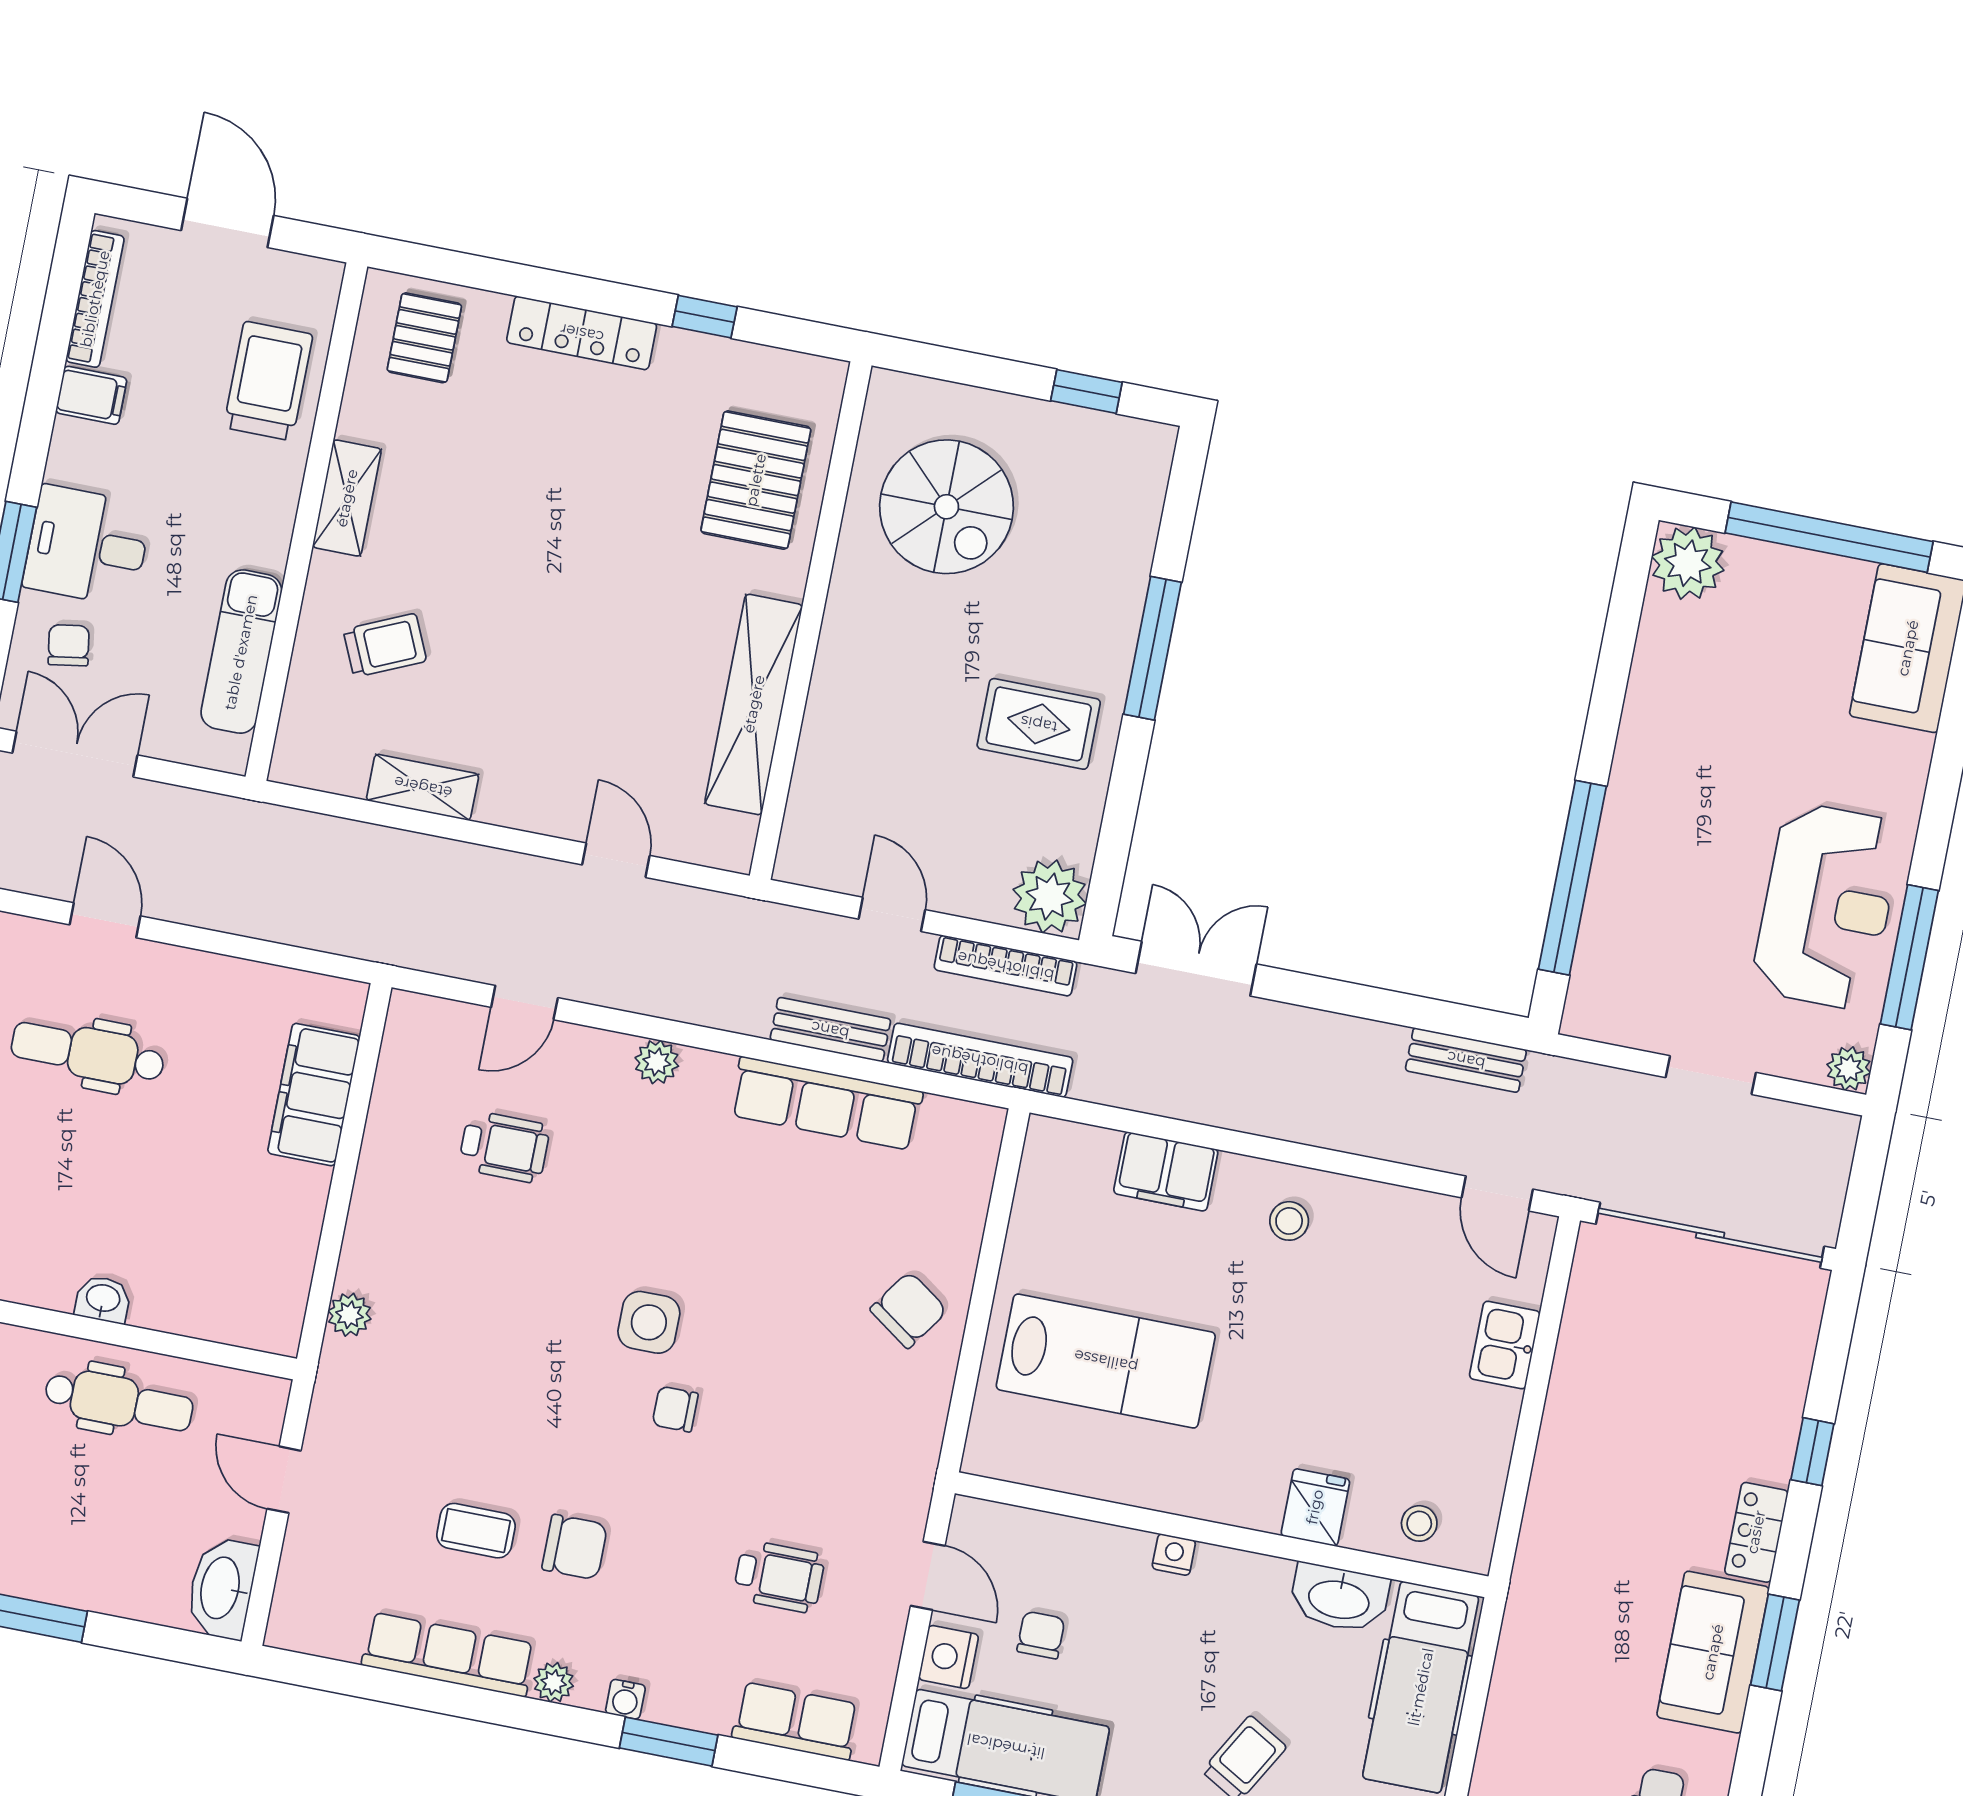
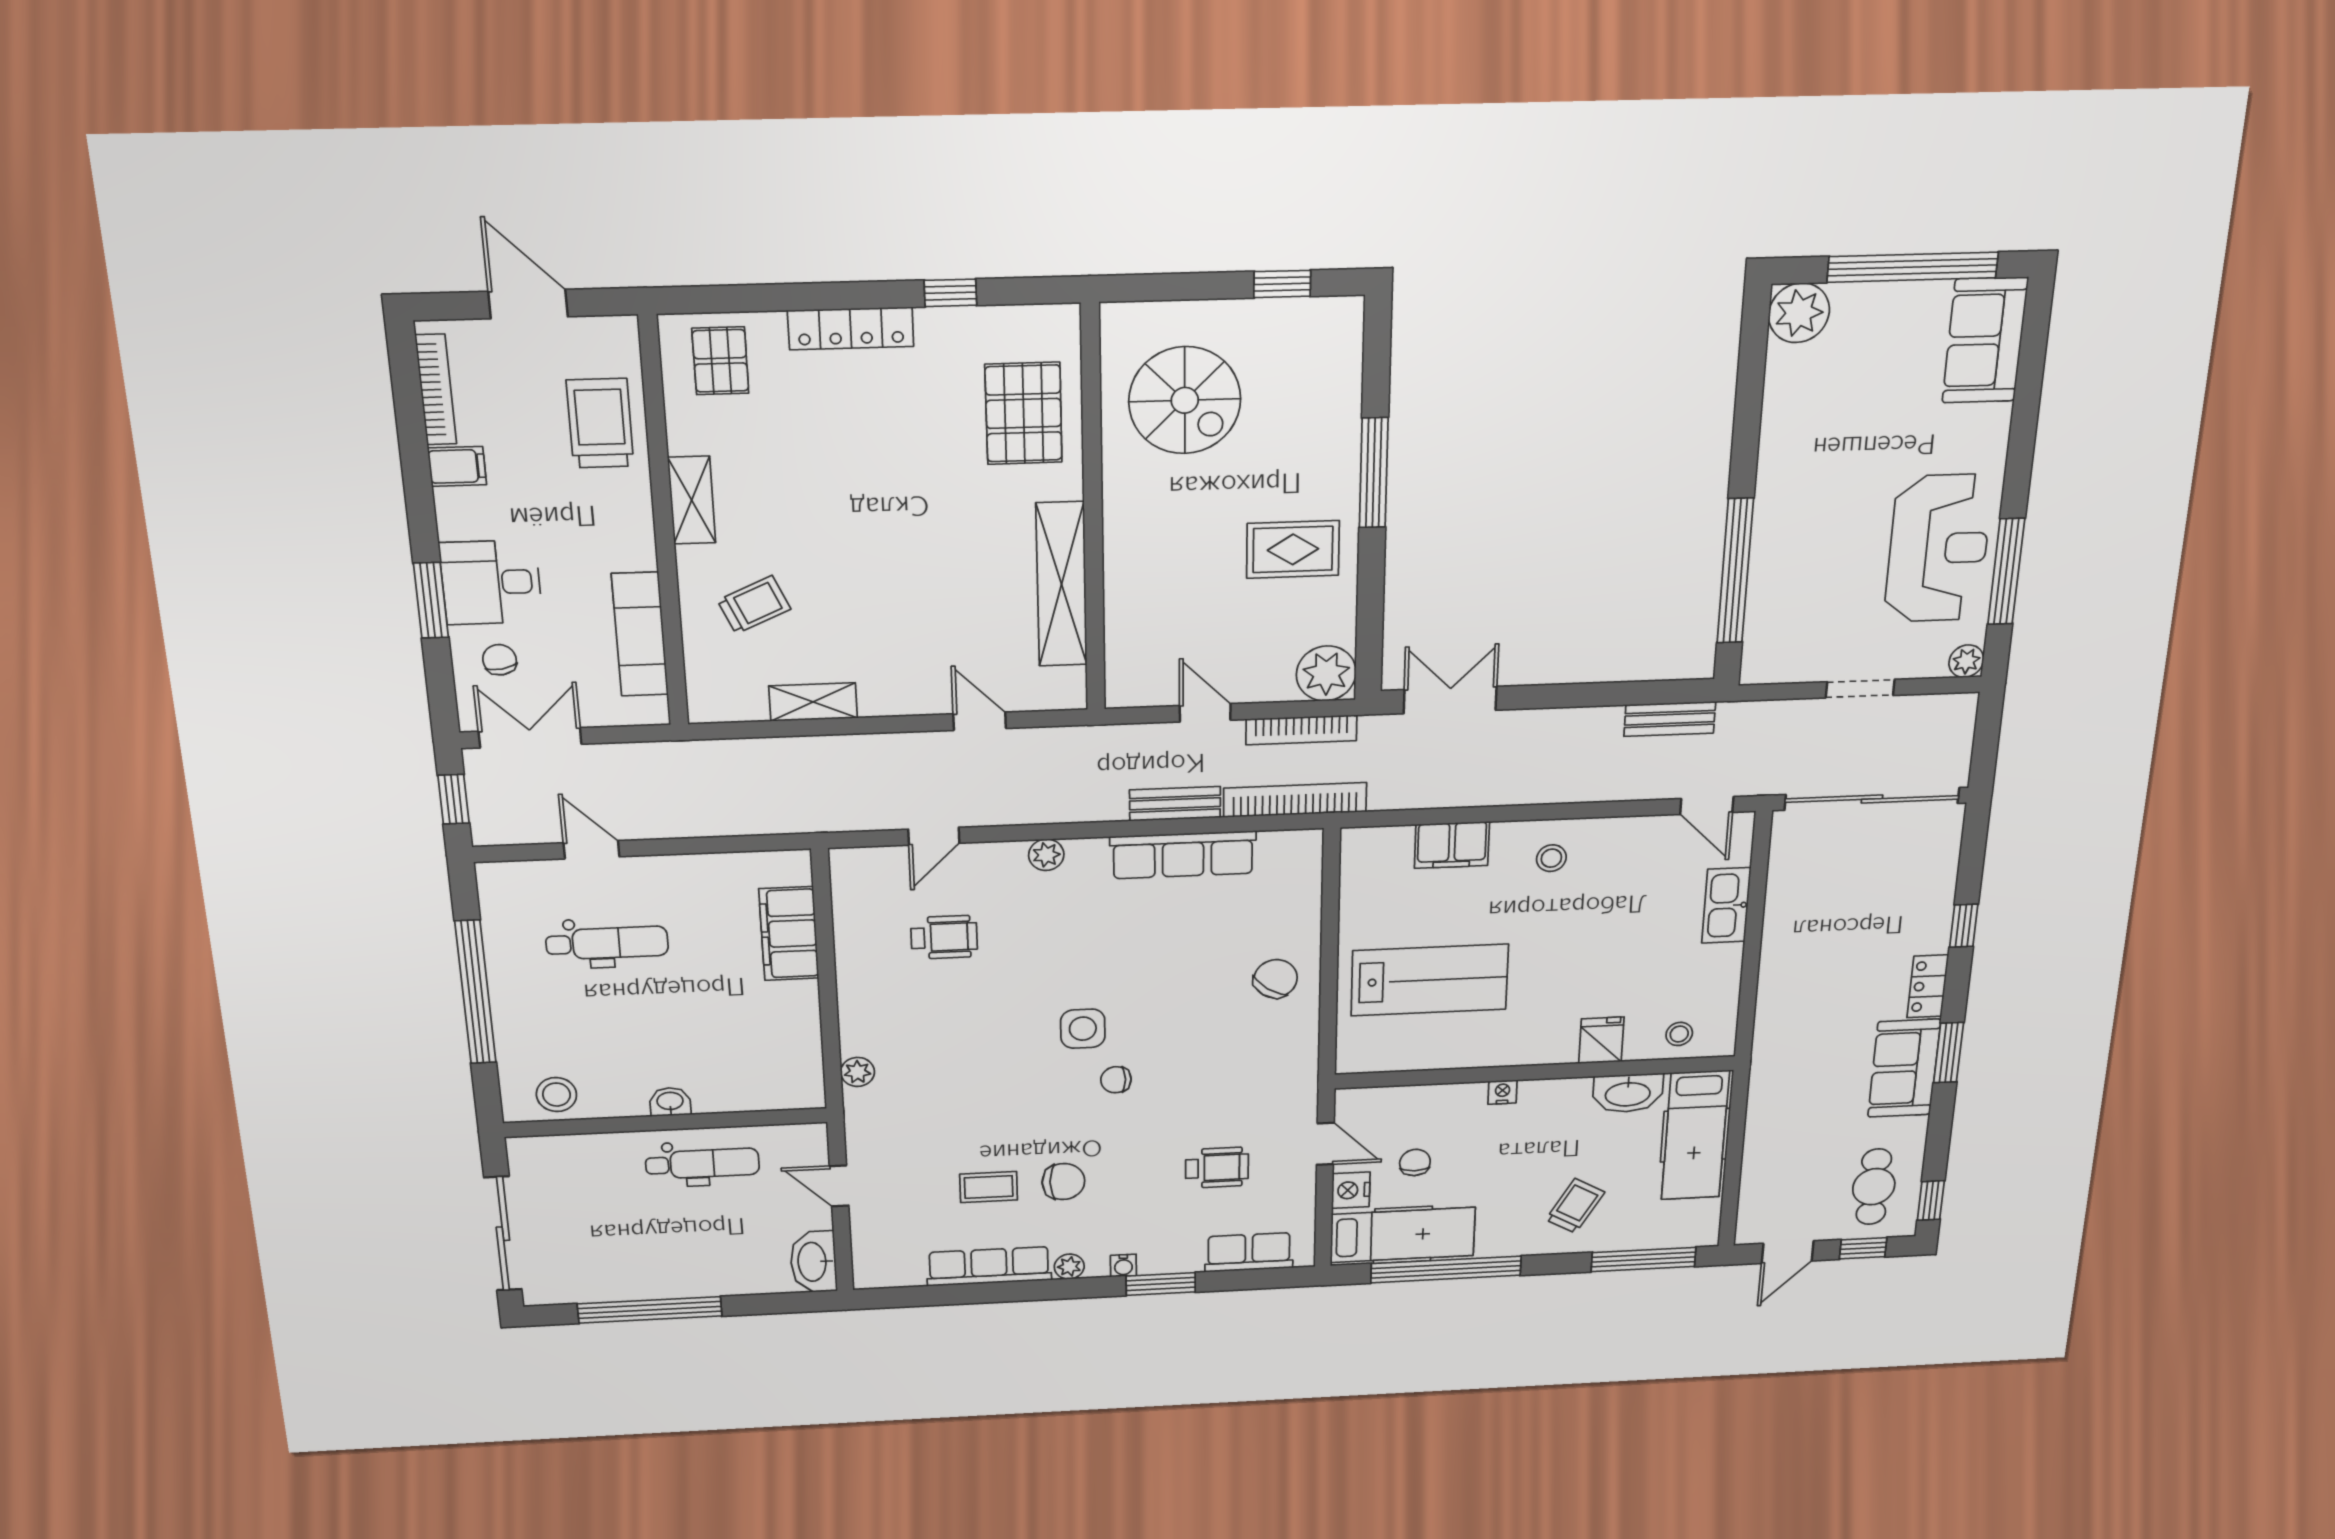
dental chair: (88, 1053) -> (607, 943), turned 180
kitchen sink: (1505, 1345) -> (1726, 905), width x1.38

